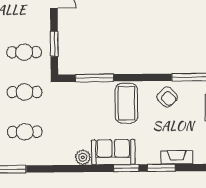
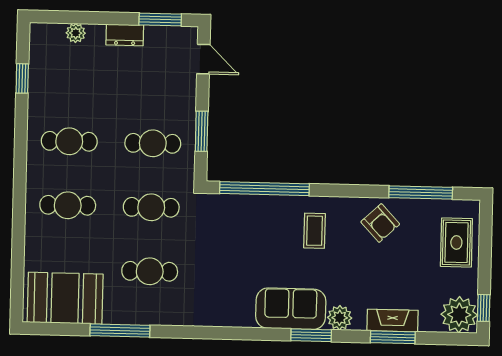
window: (94, 78) -> (264, 189), width x1.46
coffee table: (126, 103) -> (314, 231), width x0.54, depth x0.58
plant: (83, 157) -> (340, 318), moved
window: (161, 168) -> (393, 337), moved

